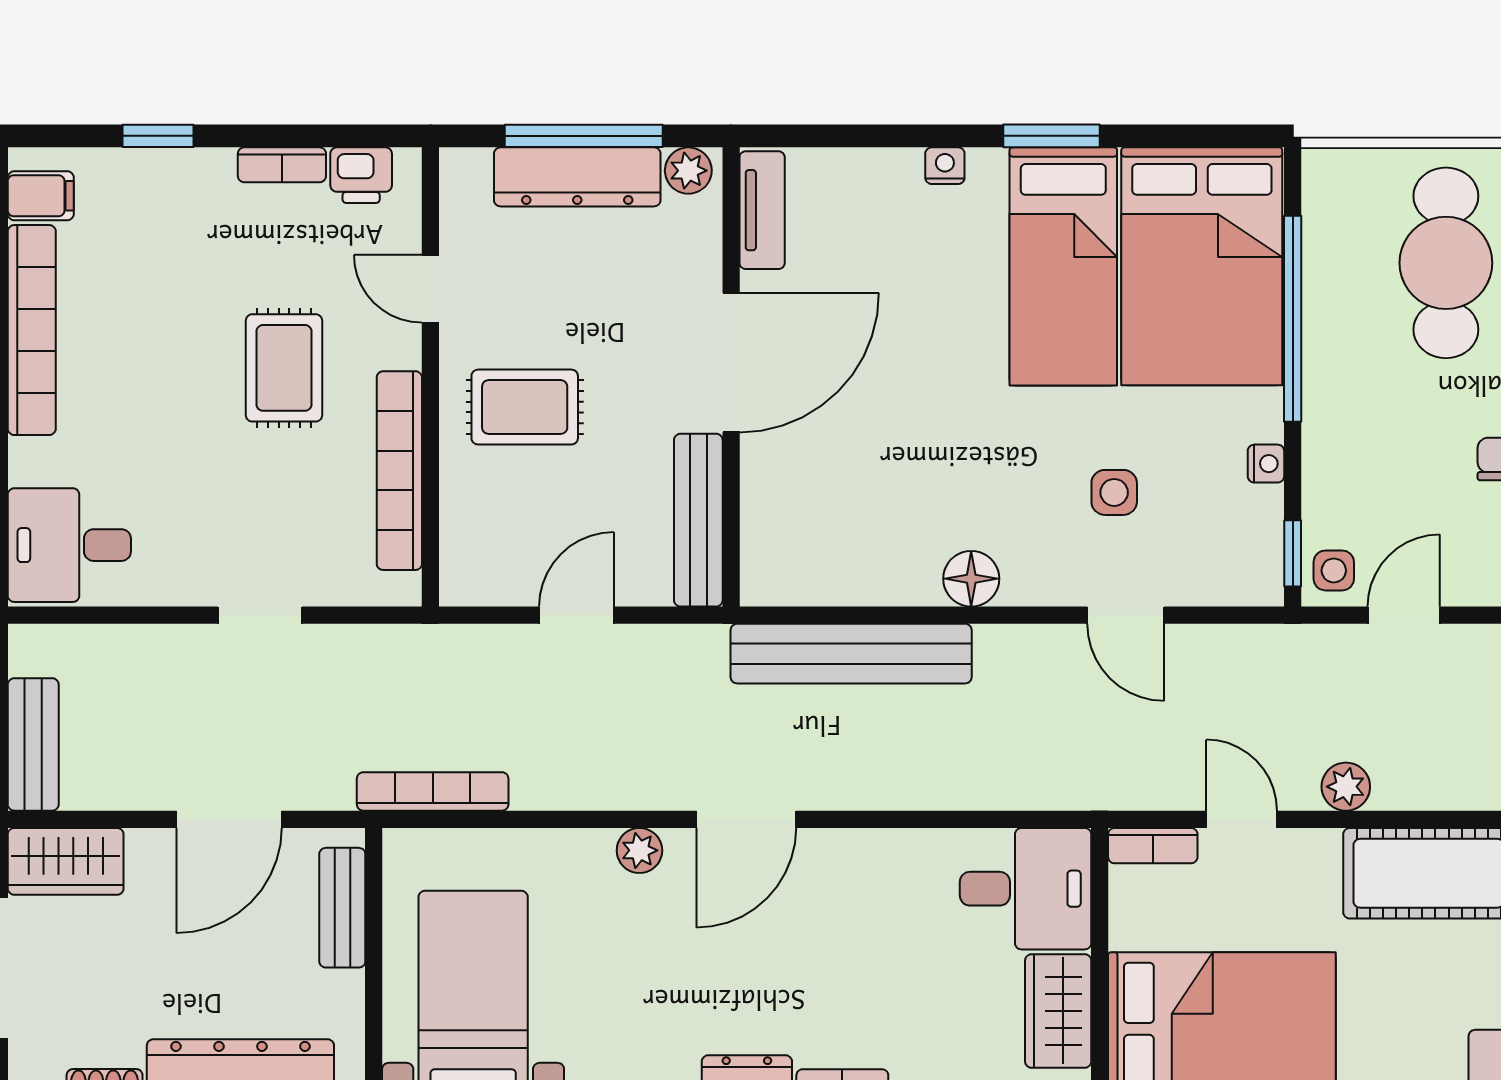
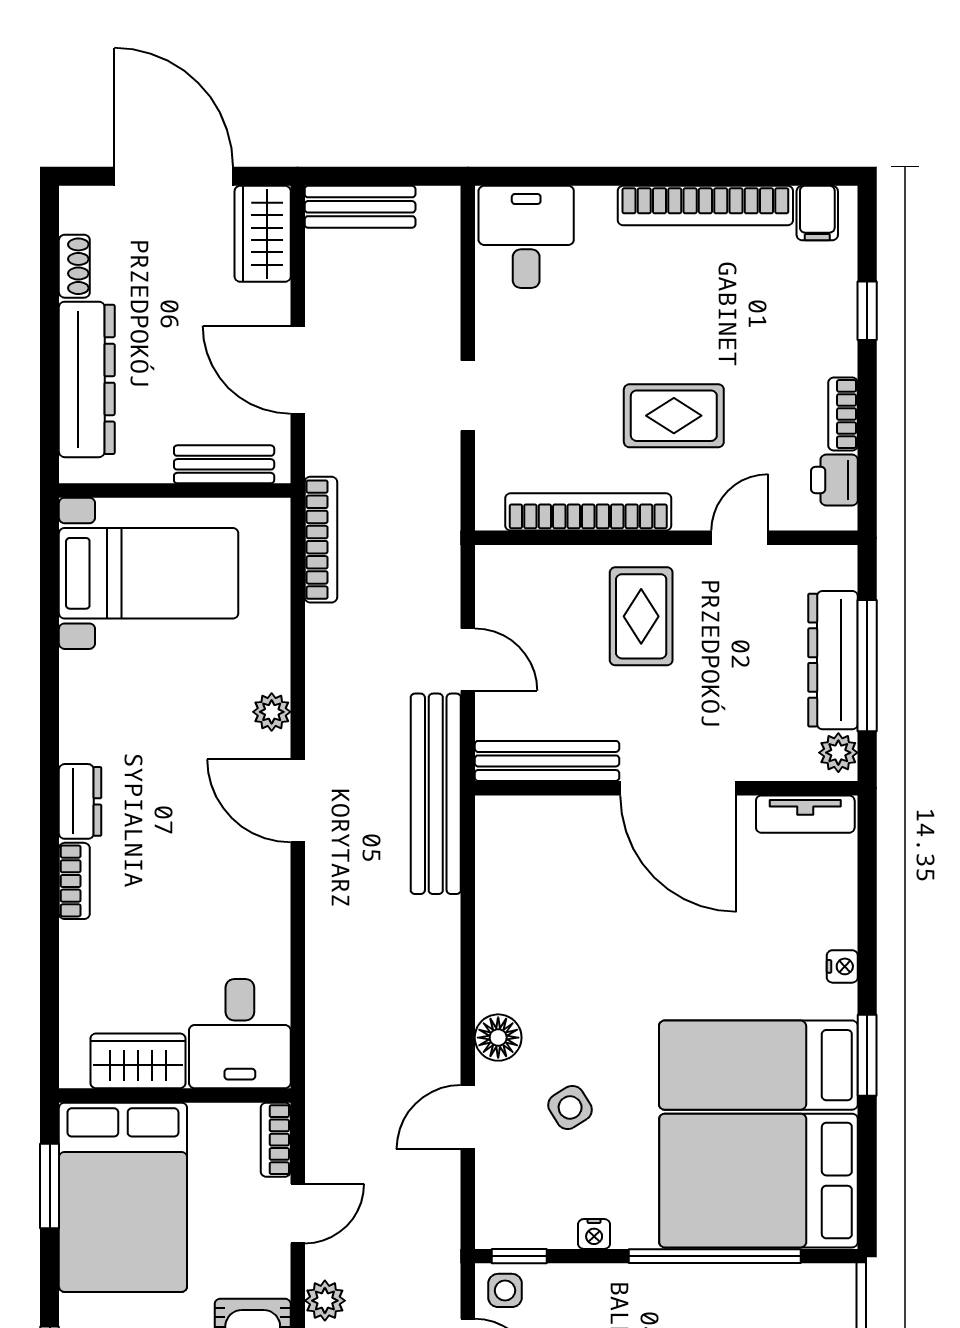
side table: (1114, 492) -> (570, 1107), turned -32
floor lamp: (971, 579) -> (498, 1038), moved
bench: (851, 654) -> (436, 794), moved

